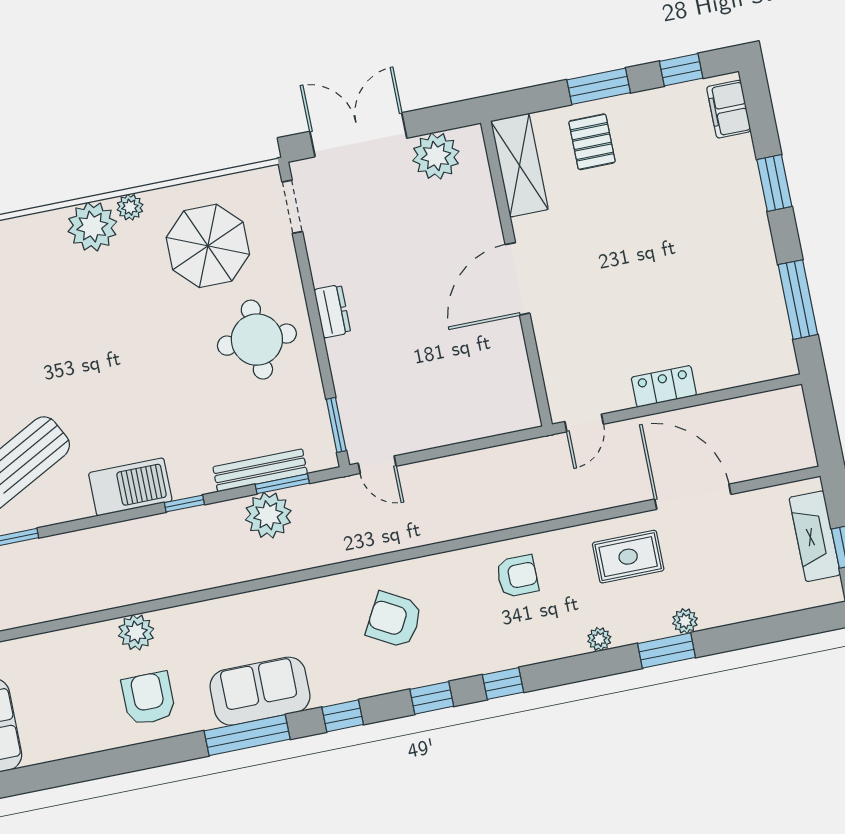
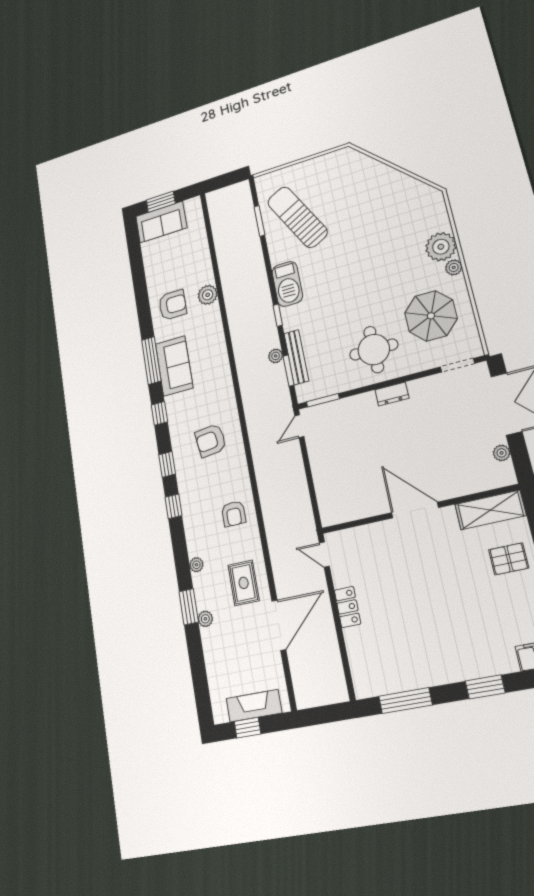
plant: (436, 156) -> (502, 453), width x0.53, depth x0.53
plant: (268, 515) -> (276, 356), width x0.53, depth x0.53
armchair: (394, 620) -> (211, 440), turned -126

